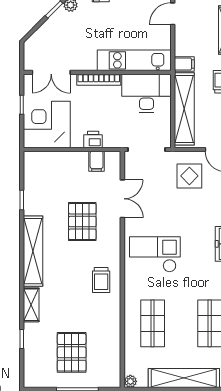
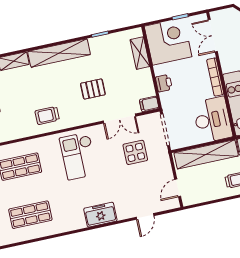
shelving: (53, 159) -> (140, 53), added
filing cabinet: (97, 161) -> (149, 104), moved
display table: (189, 176) -> (135, 152), moved
pallet: (82, 222) -> (93, 89), width x0.67, depth x0.71
checkout: (155, 254) -> (78, 156), turned 180

